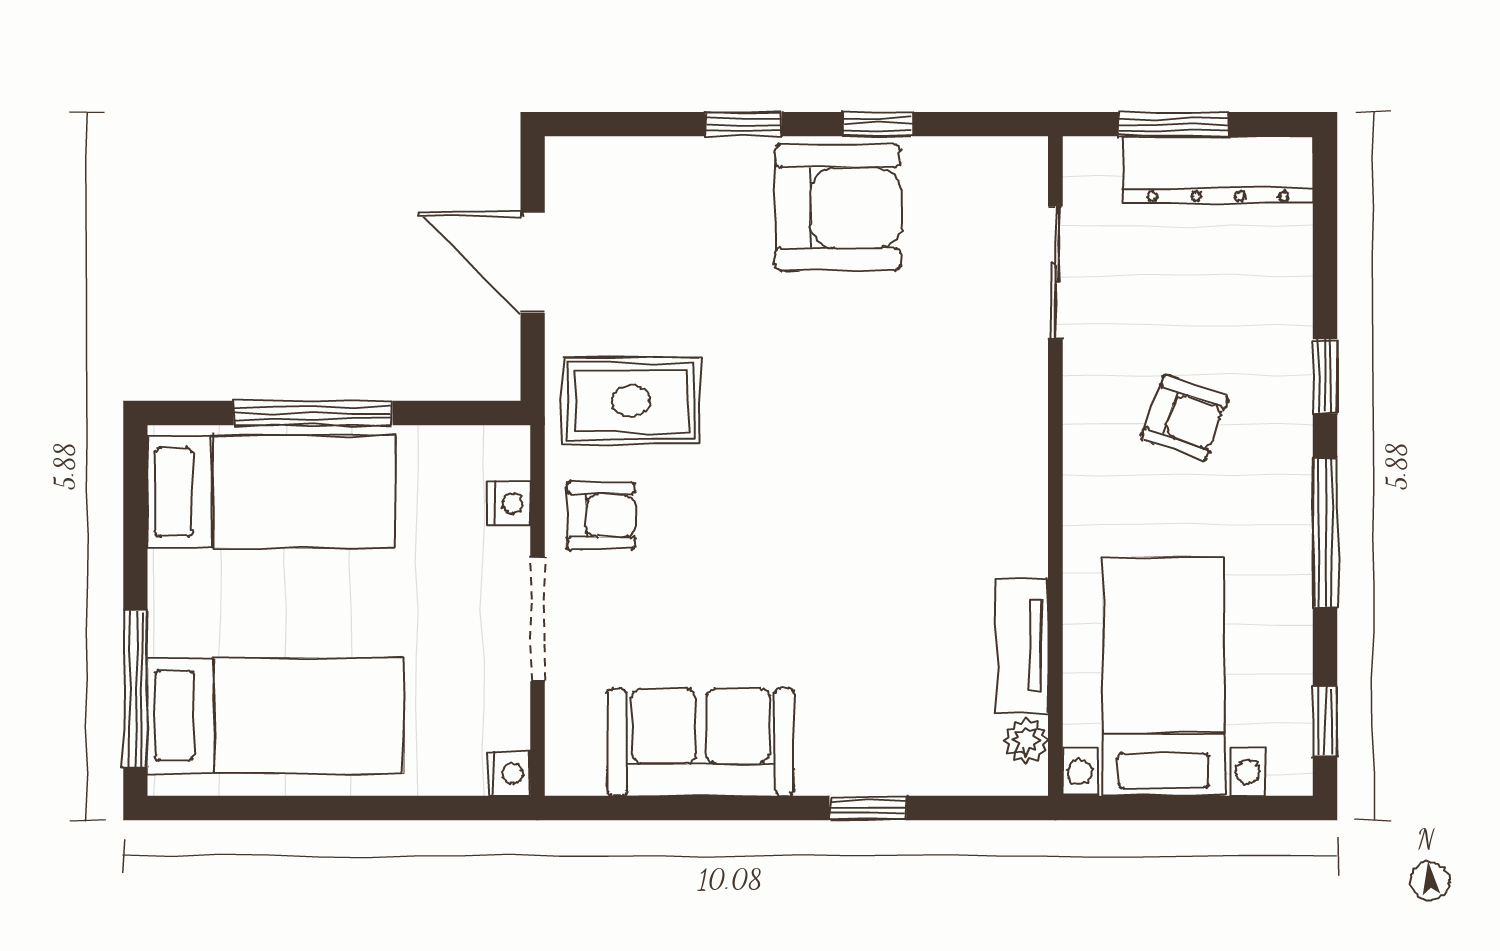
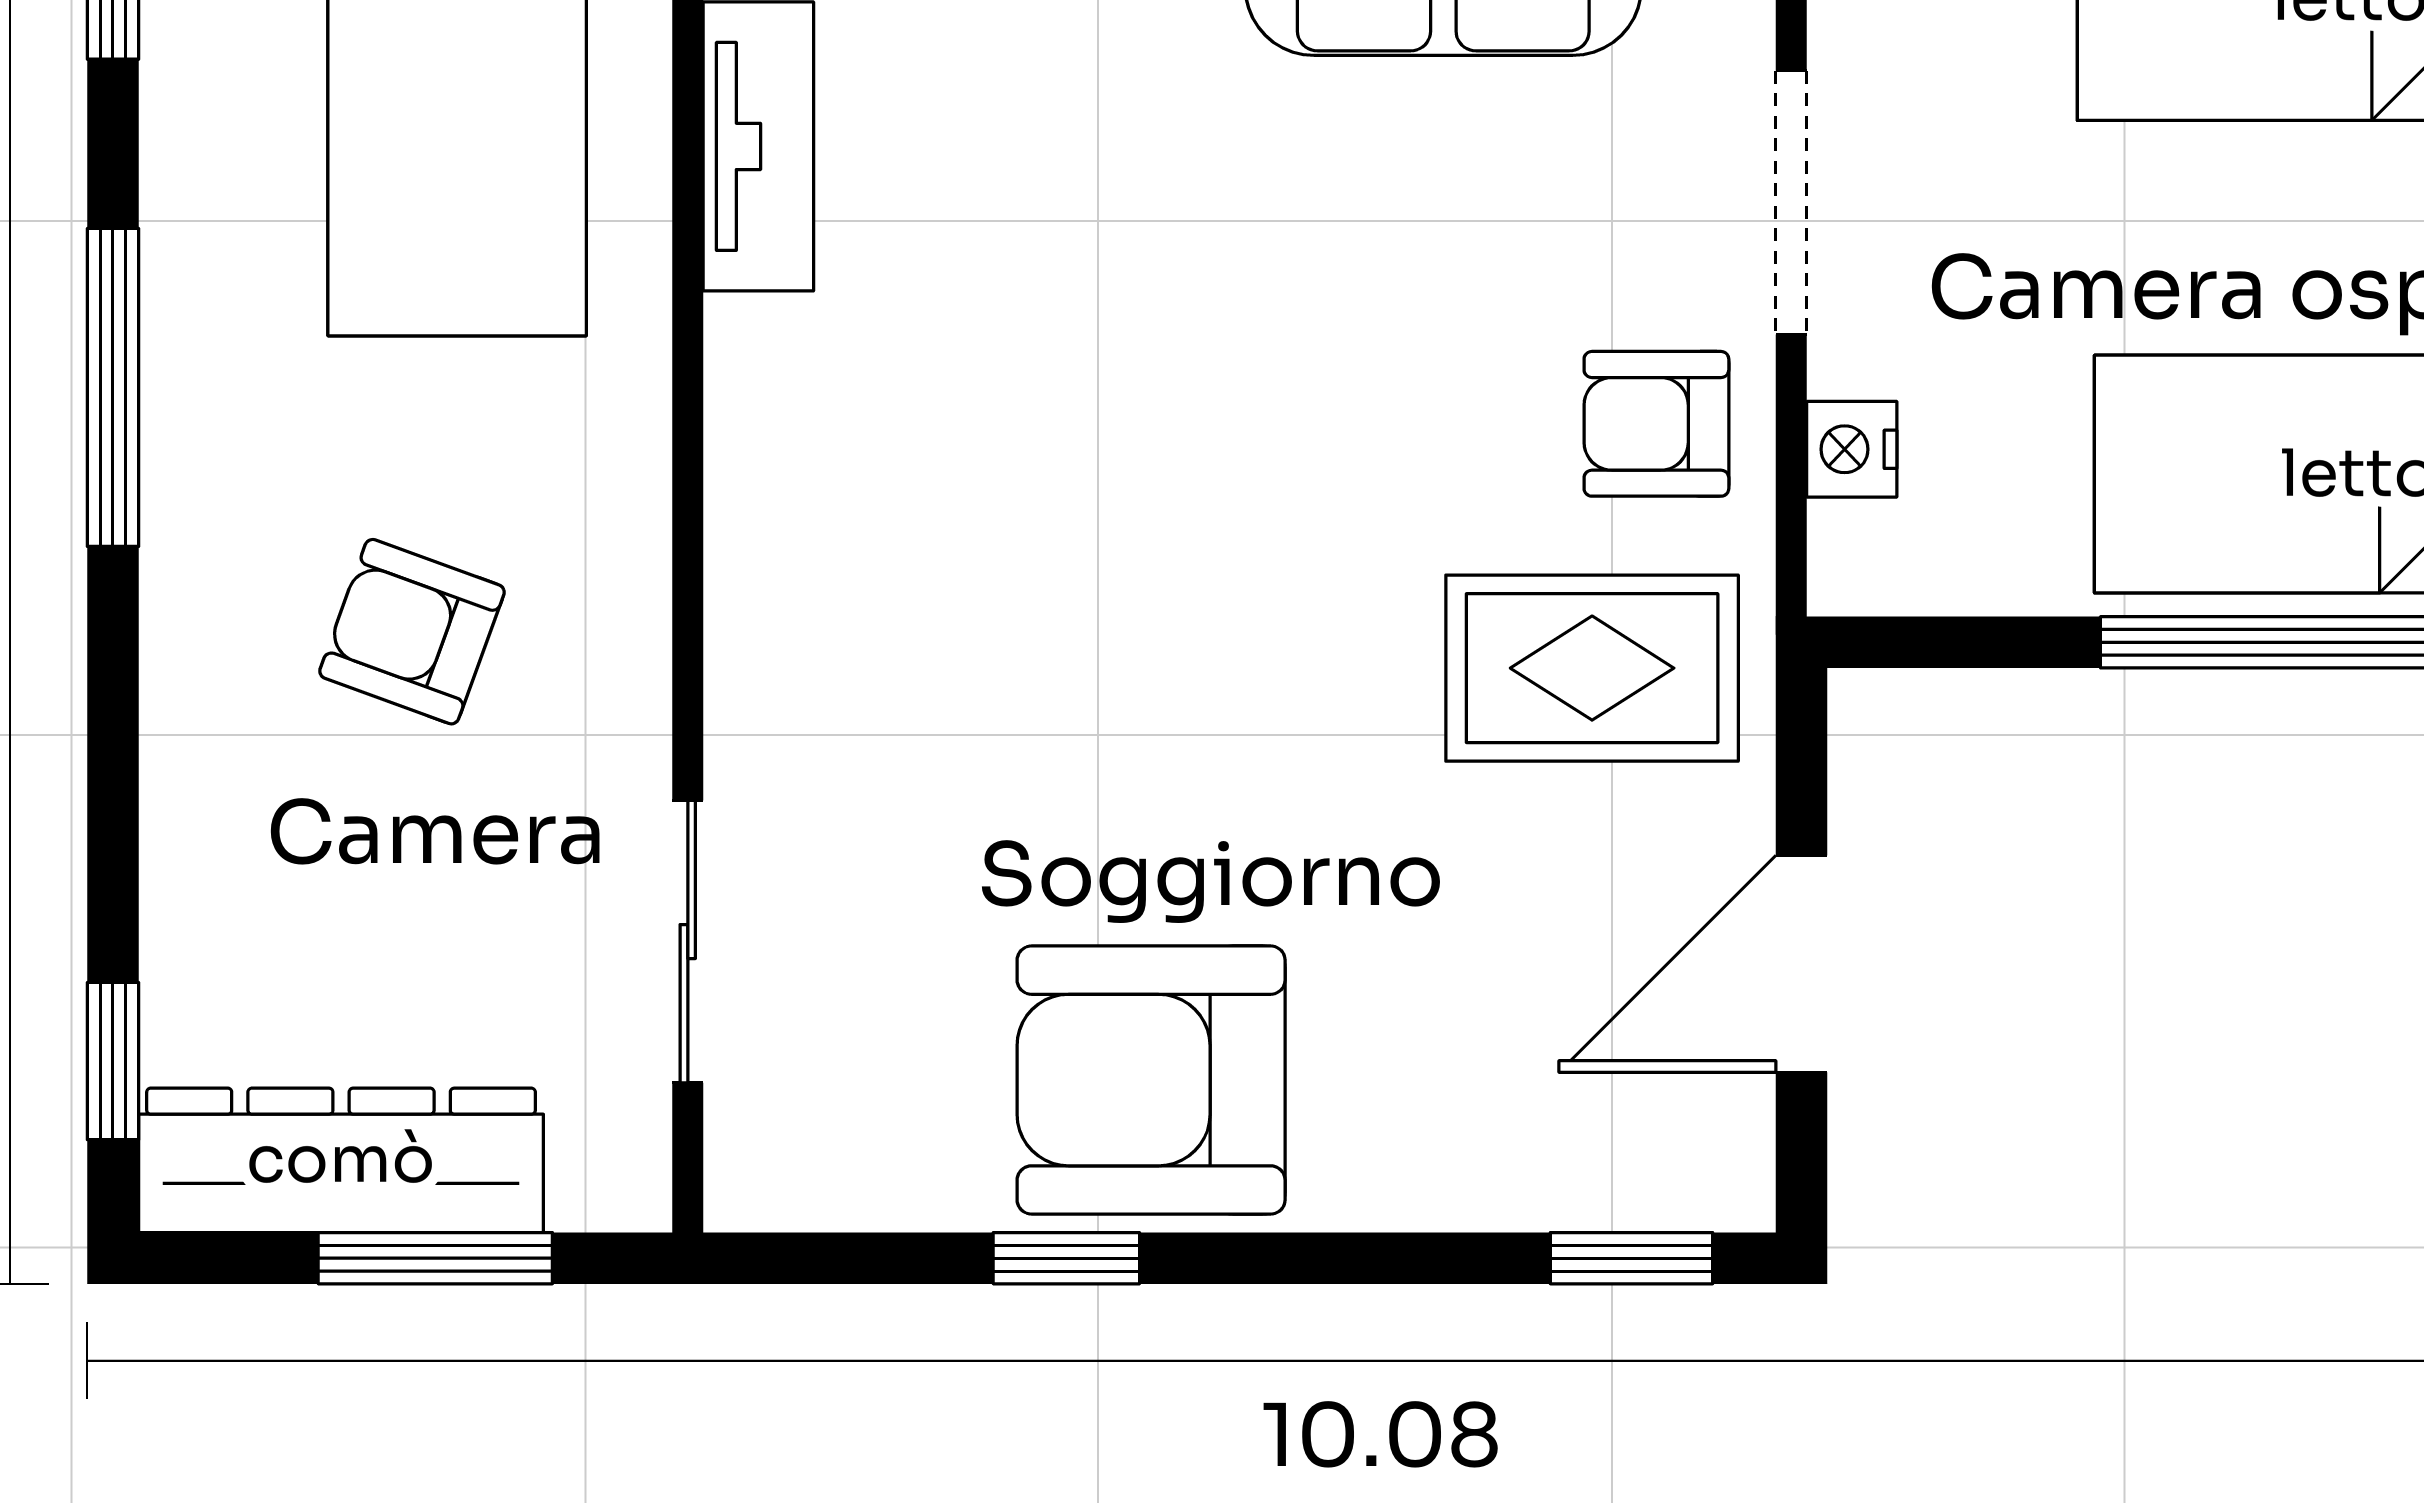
window: (743, 124) -> (1632, 1258), moved
door: (533, 262) -> (1801, 964), swing flipped
window: (1325, 376) -> (113, 1061), moved

